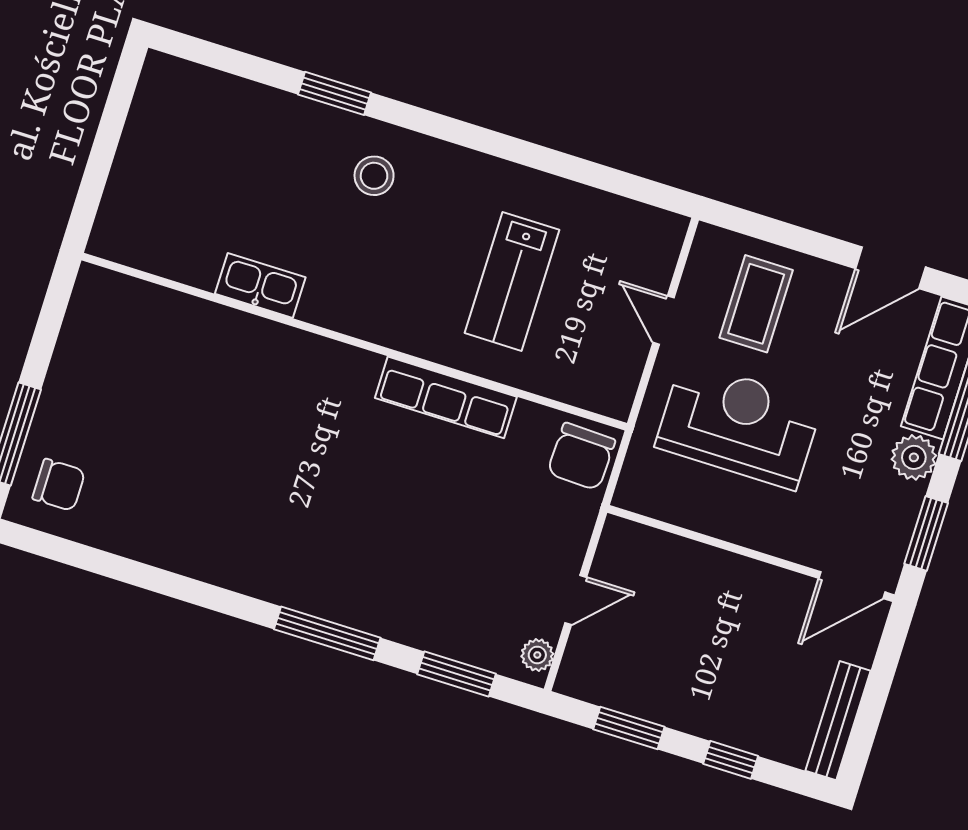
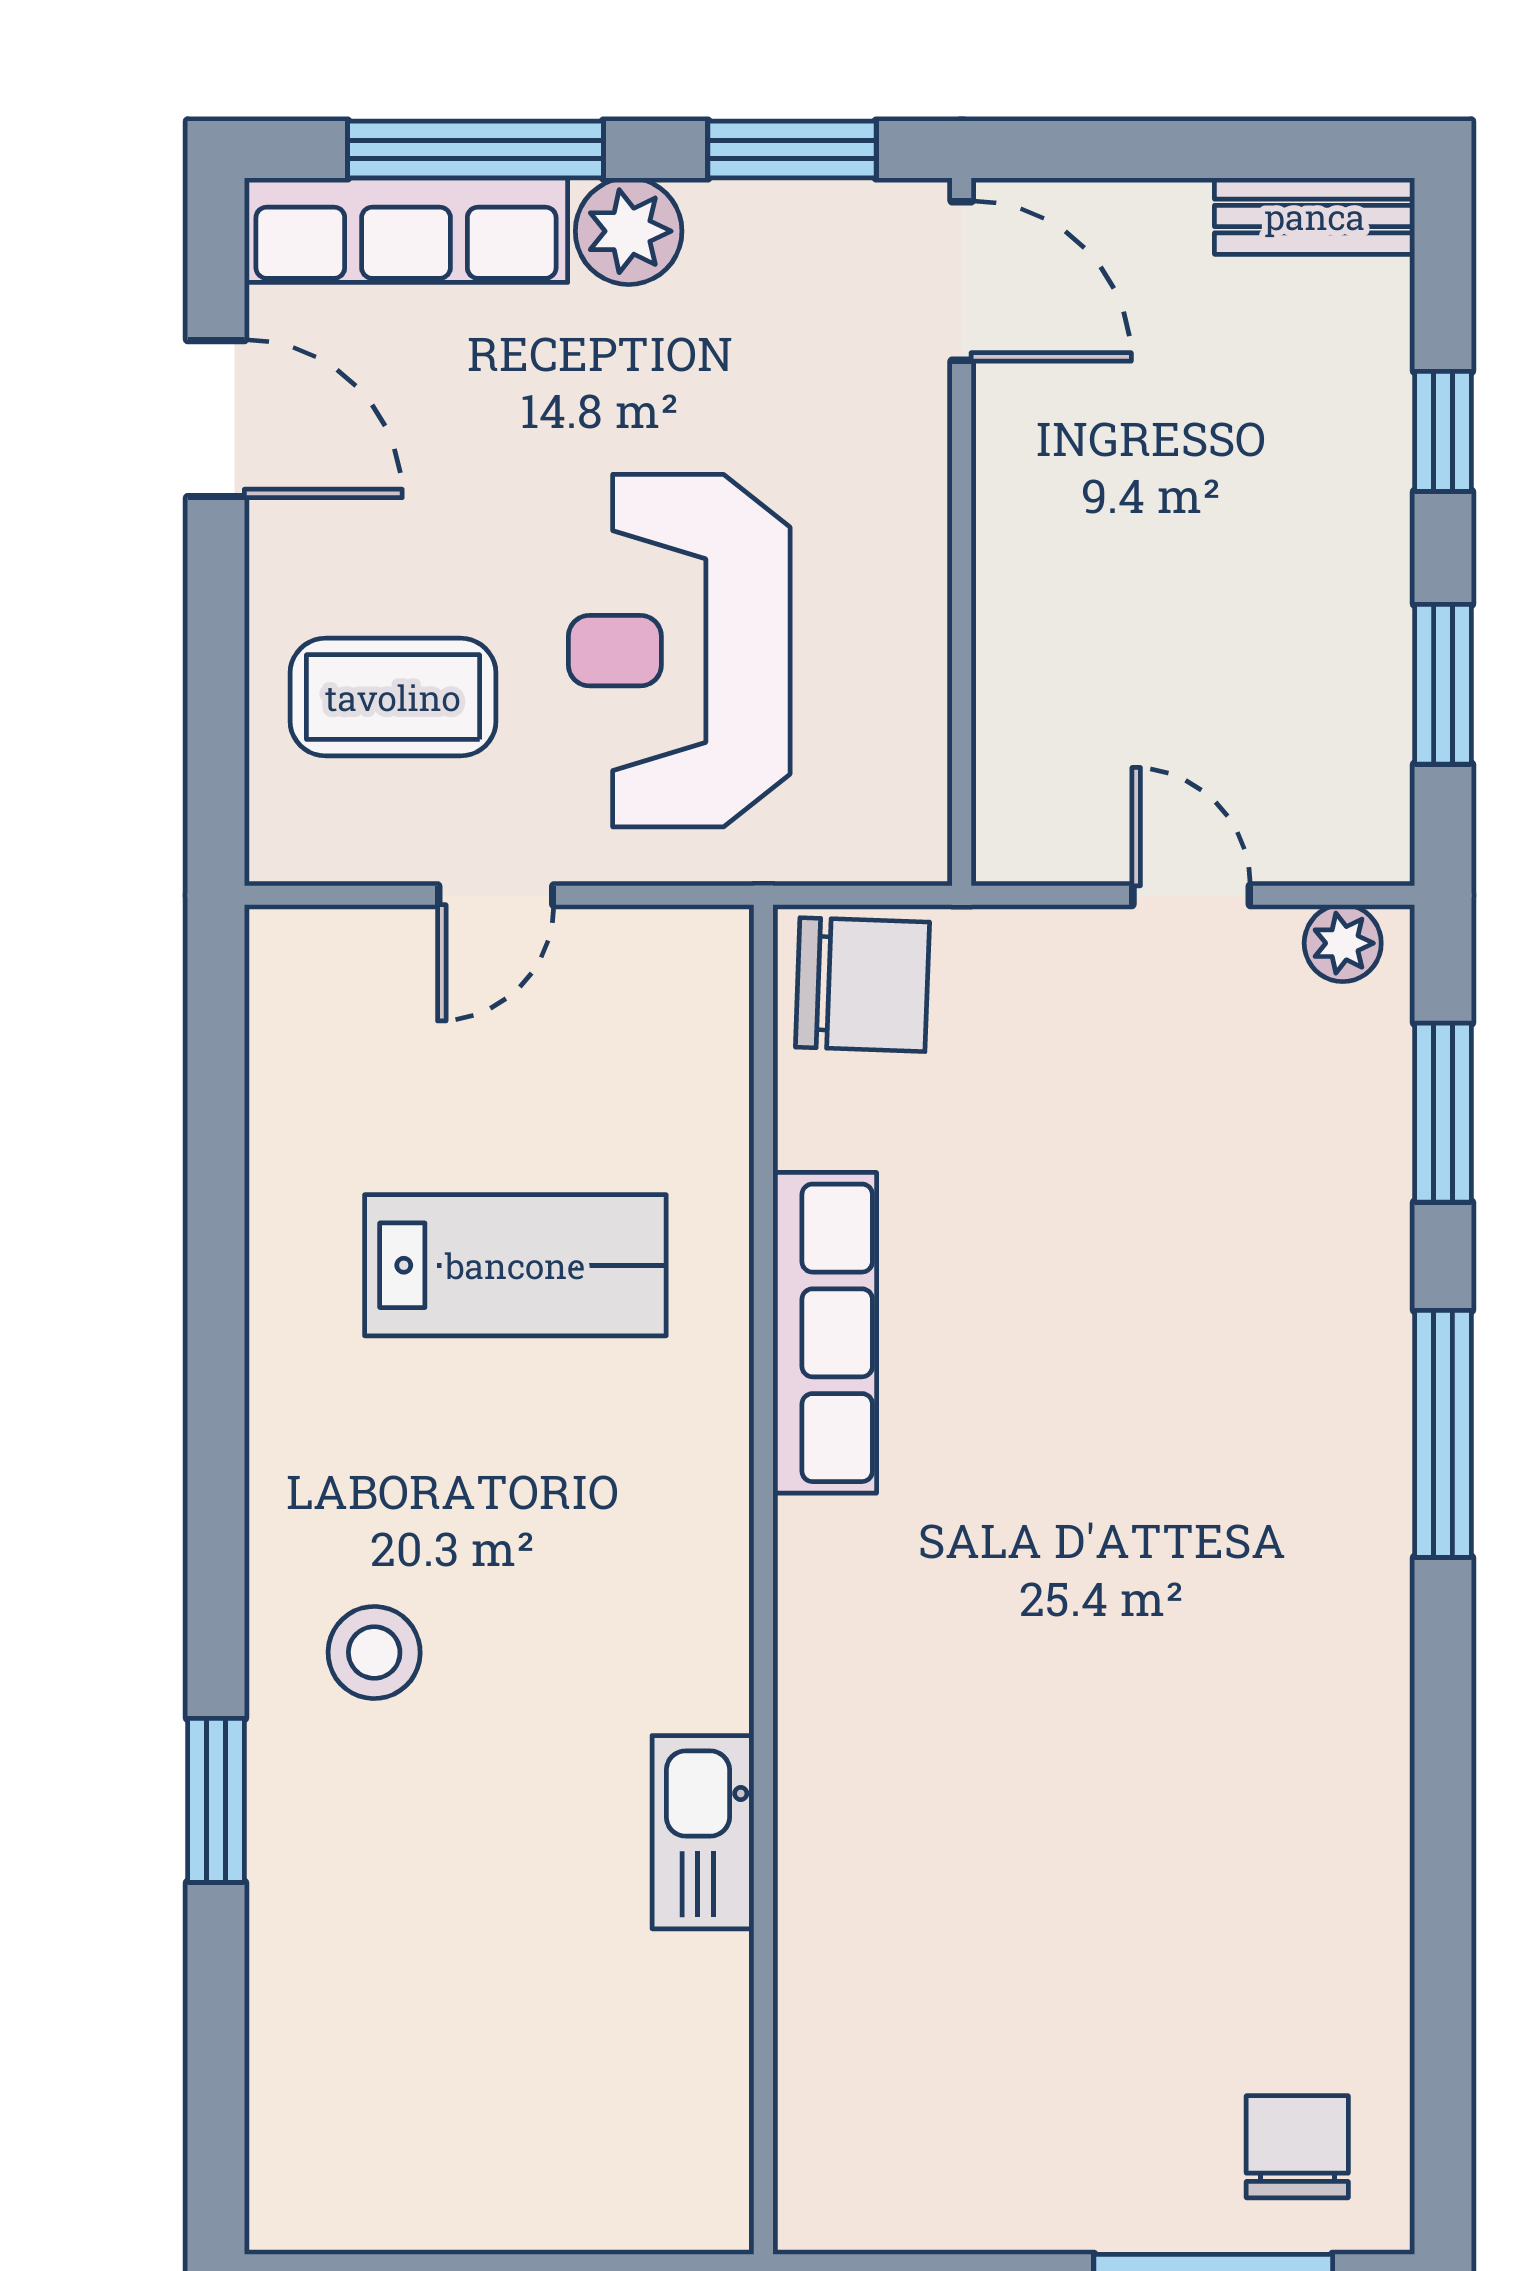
bench: (838, 721) -> (1315, 216), width x0.73

